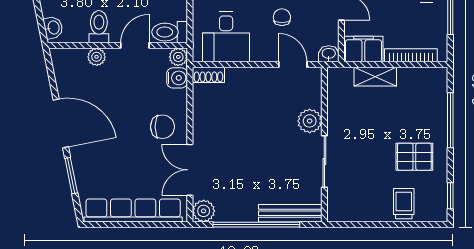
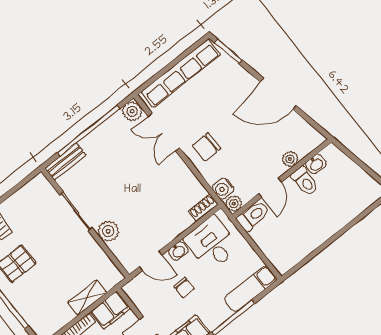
washbasin: (53, 28) -> (316, 164), moved, turned -79
washbasin: (329, 54) -> (178, 251), moved
double door: (190, 170) -> (164, 132), swing flipped
window: (71, 176) -> (228, 51), moved
bench: (290, 213) -> (65, 162), width x0.73

